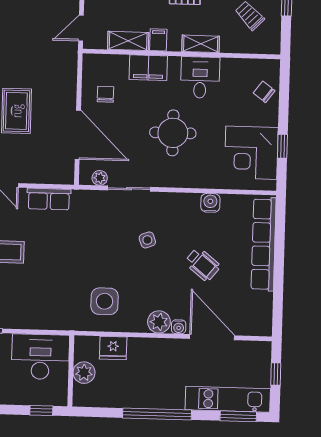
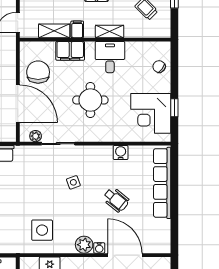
chair: (105, 94) -> (38, 72), width x1.87, depth x1.87

